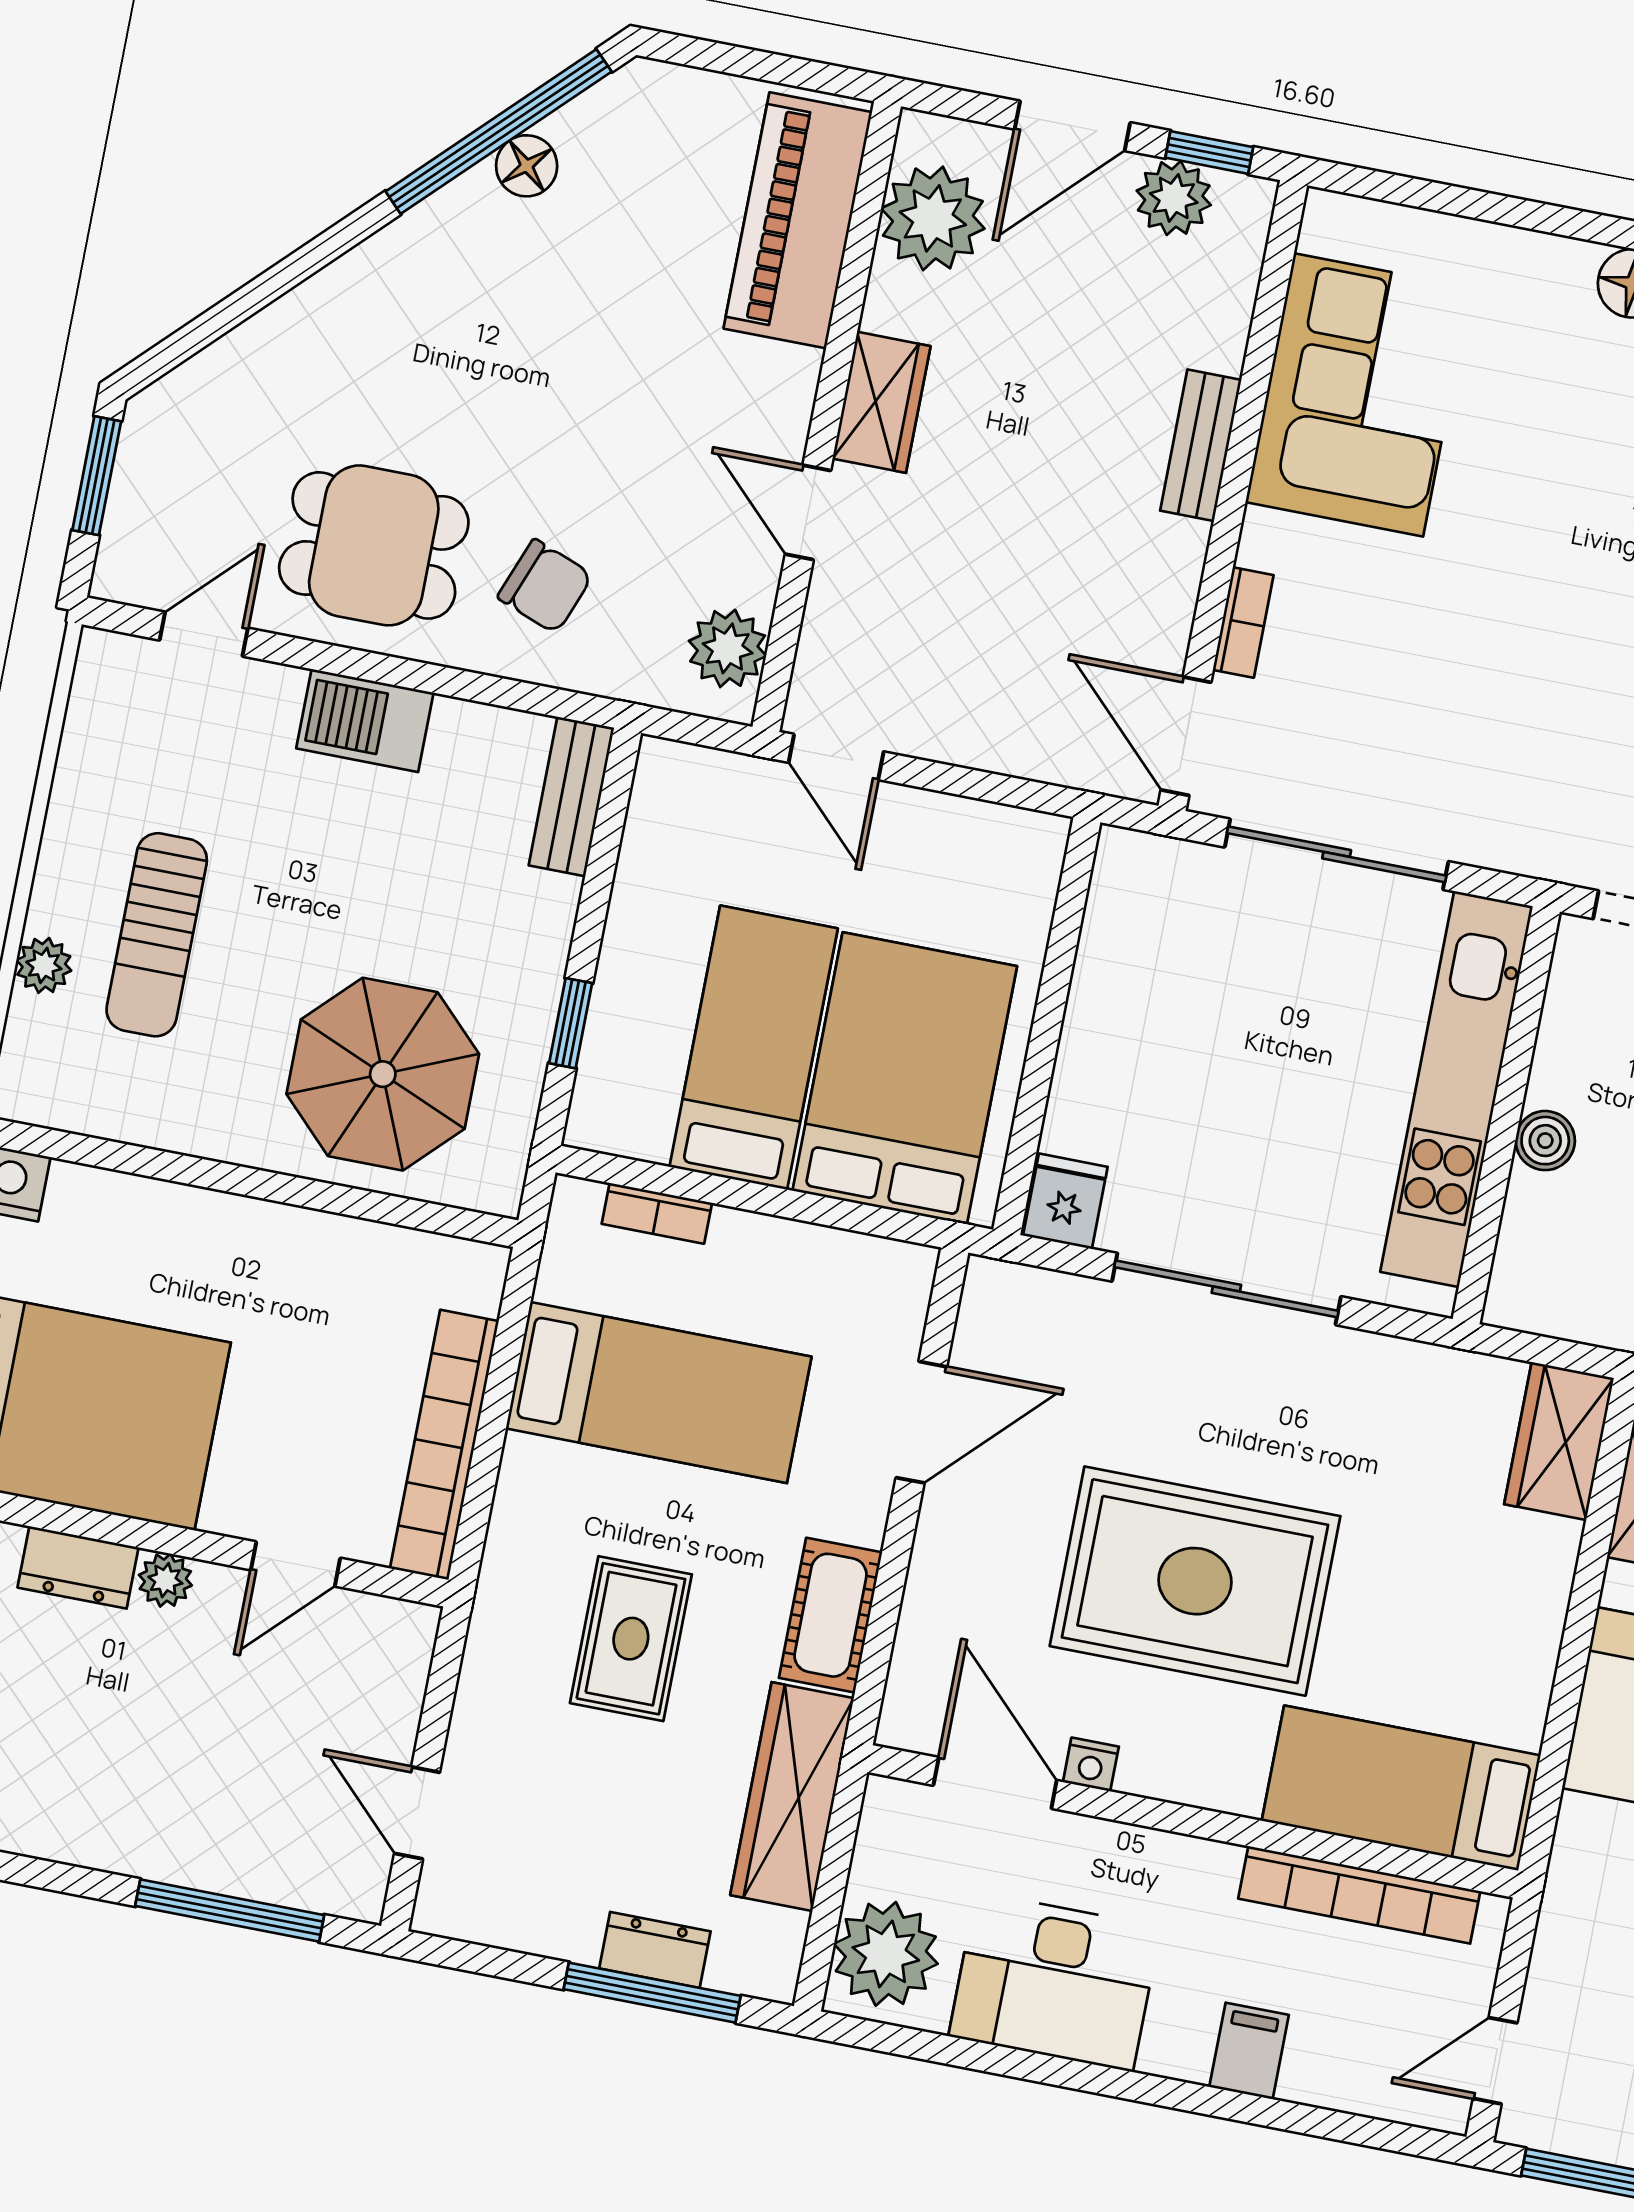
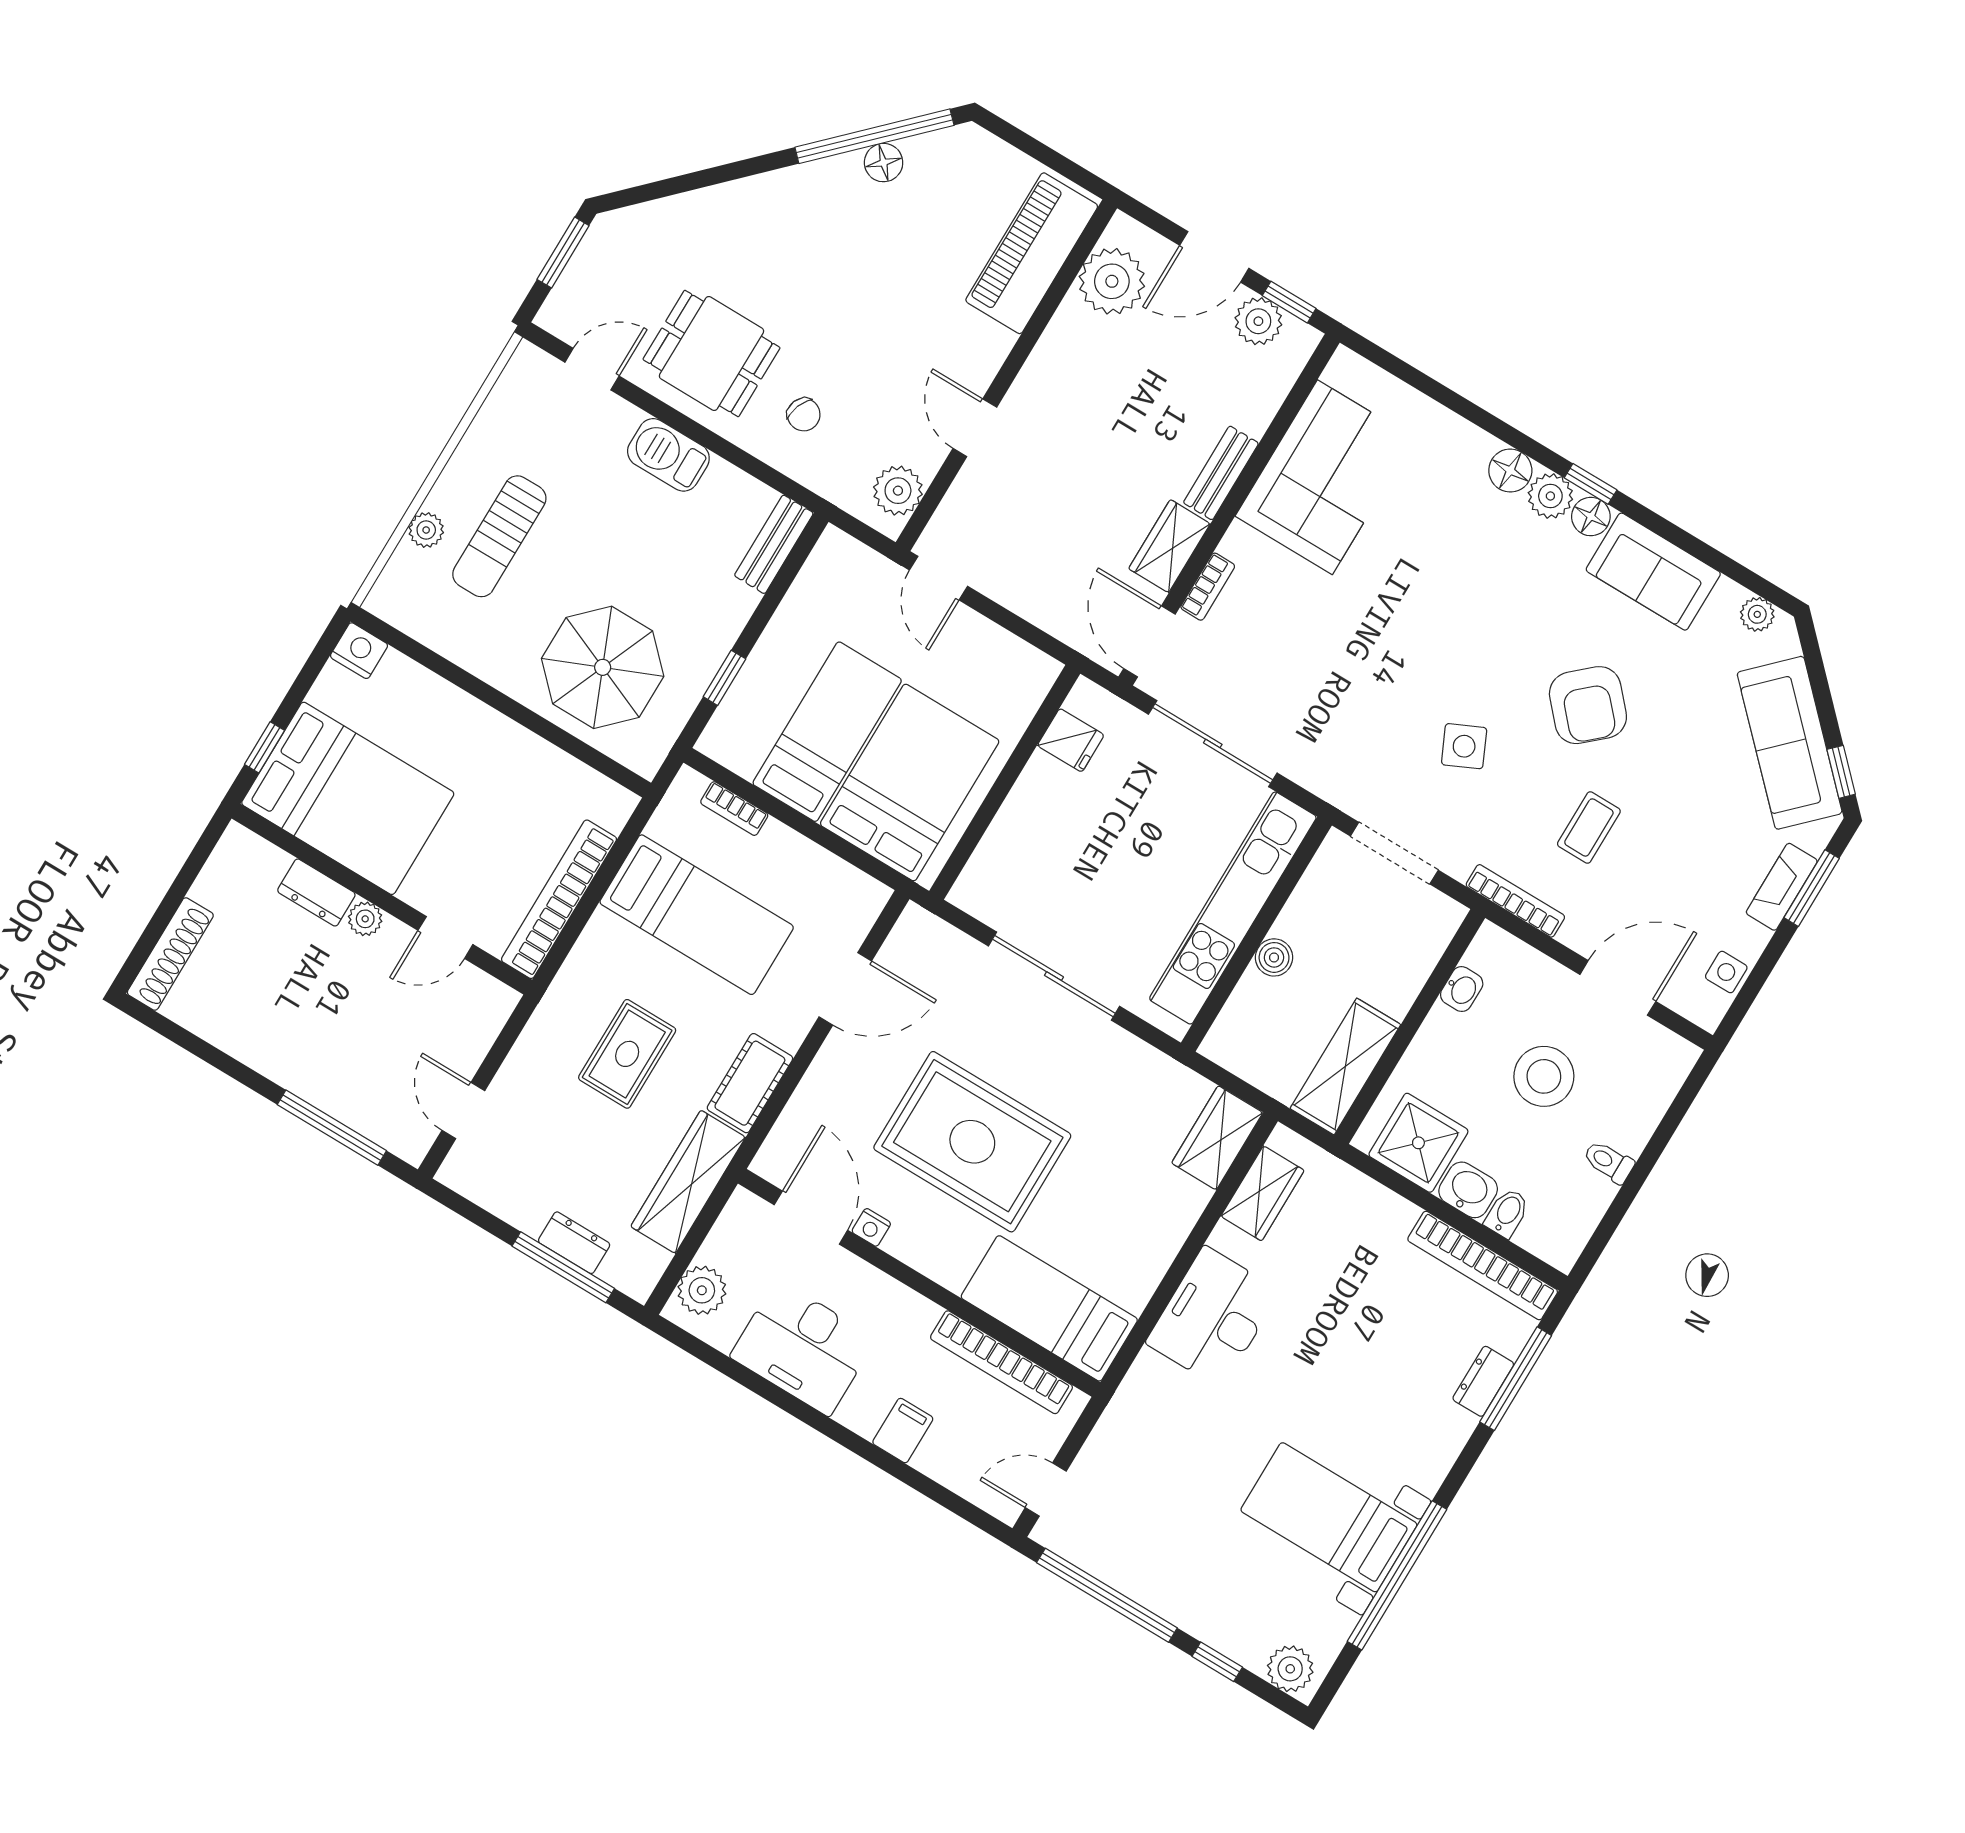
wardrobe: (881, 402) -> (1169, 546), moved, turned 180
chair: (545, 586) -> (804, 415), width x0.73, depth x0.73
fridge: (1065, 1201) -> (1071, 740), moved, turned 90
plant: (886, 1954) -> (702, 1290), width x0.73, depth x0.73

